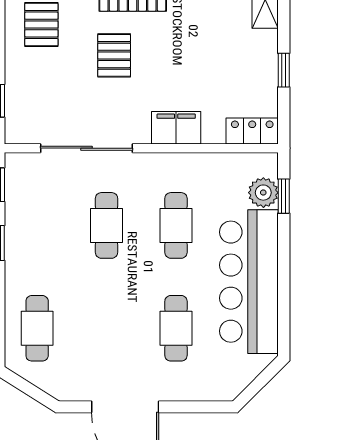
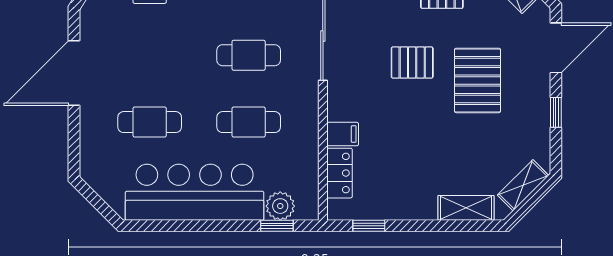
window: (284, 70) -> (369, 226), moved
filing cabinet: (176, 128) -> (343, 134), width x0.50
locker: (252, 131) -> (340, 173), moved

